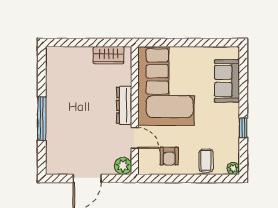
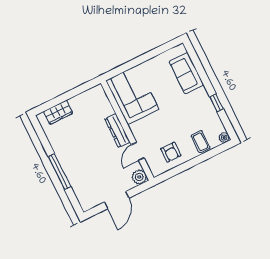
wardrobe: (109, 55) -> (58, 112), moved
corner sofa: (166, 86) -> (132, 95), width x0.73, depth x0.74
door: (135, 138) -> (138, 151), swing flipped

